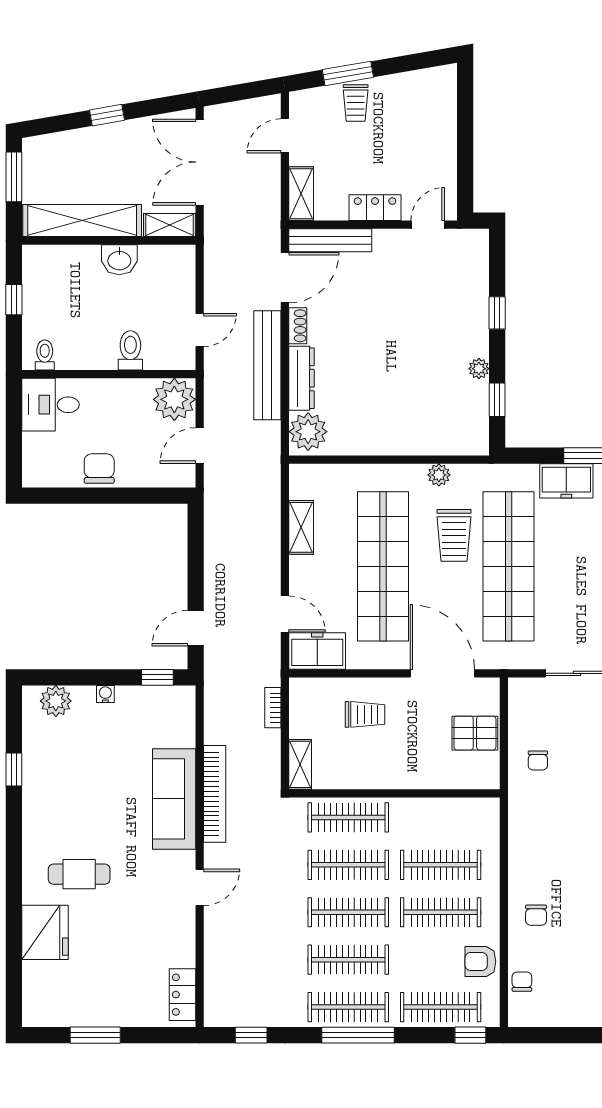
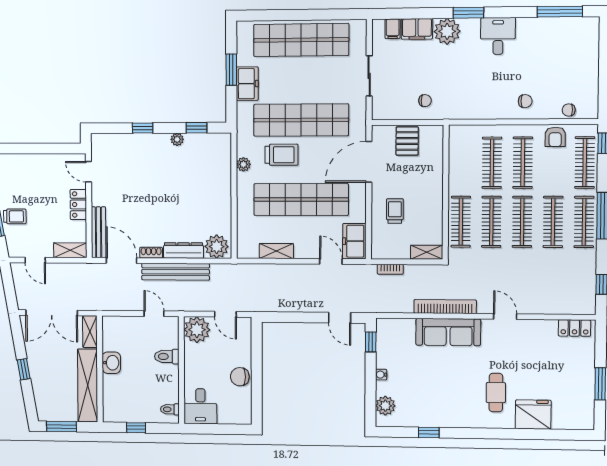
door: (285, 614) -> (331, 261), hinge flipped

